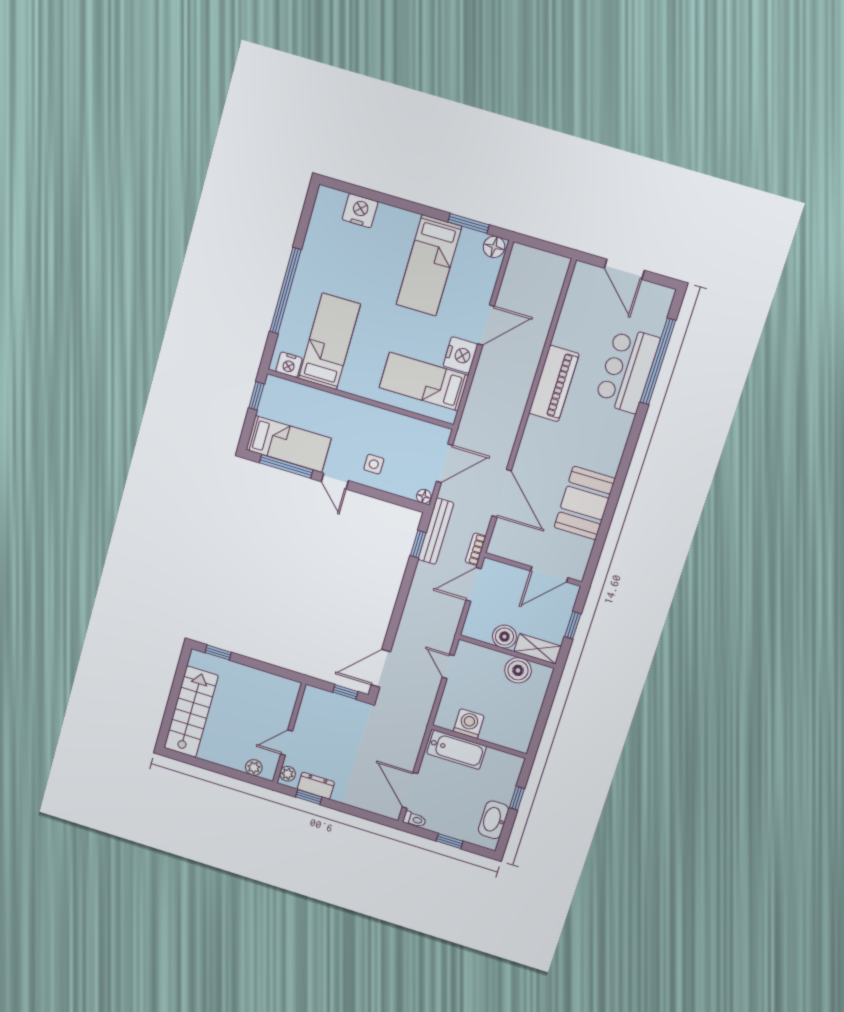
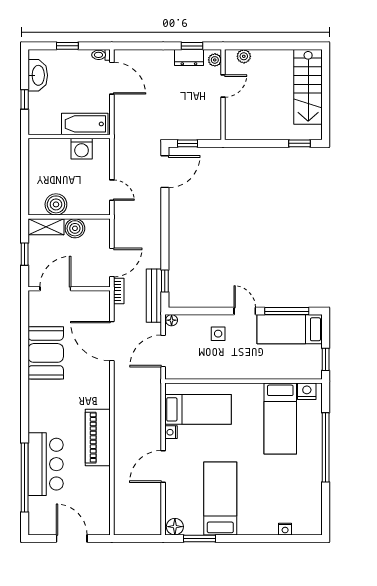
nightstand: (360, 211) -> (285, 529), width x0.53, depth x0.56
nightstand: (460, 355) -> (171, 432), width x0.53, depth x0.56

